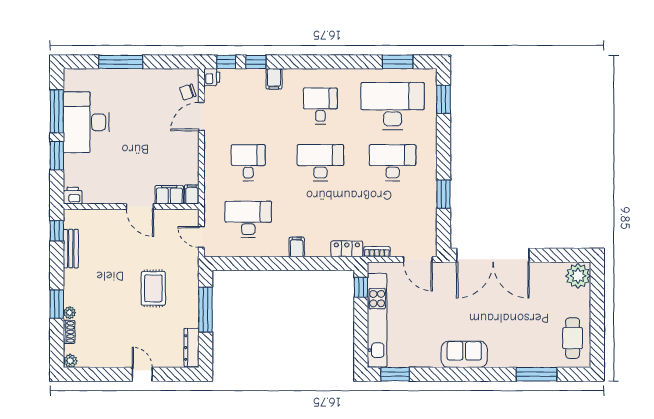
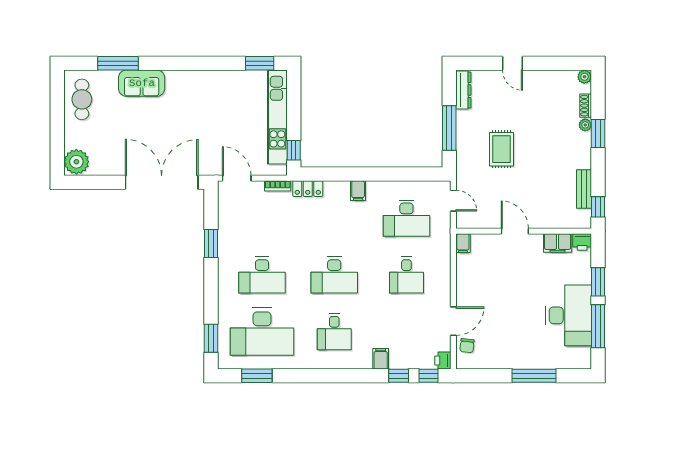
chair: (188, 92) -> (467, 346), turned 114
filing cabinet: (169, 195) -> (558, 243), moved
sofa: (464, 354) -> (142, 83), moved

